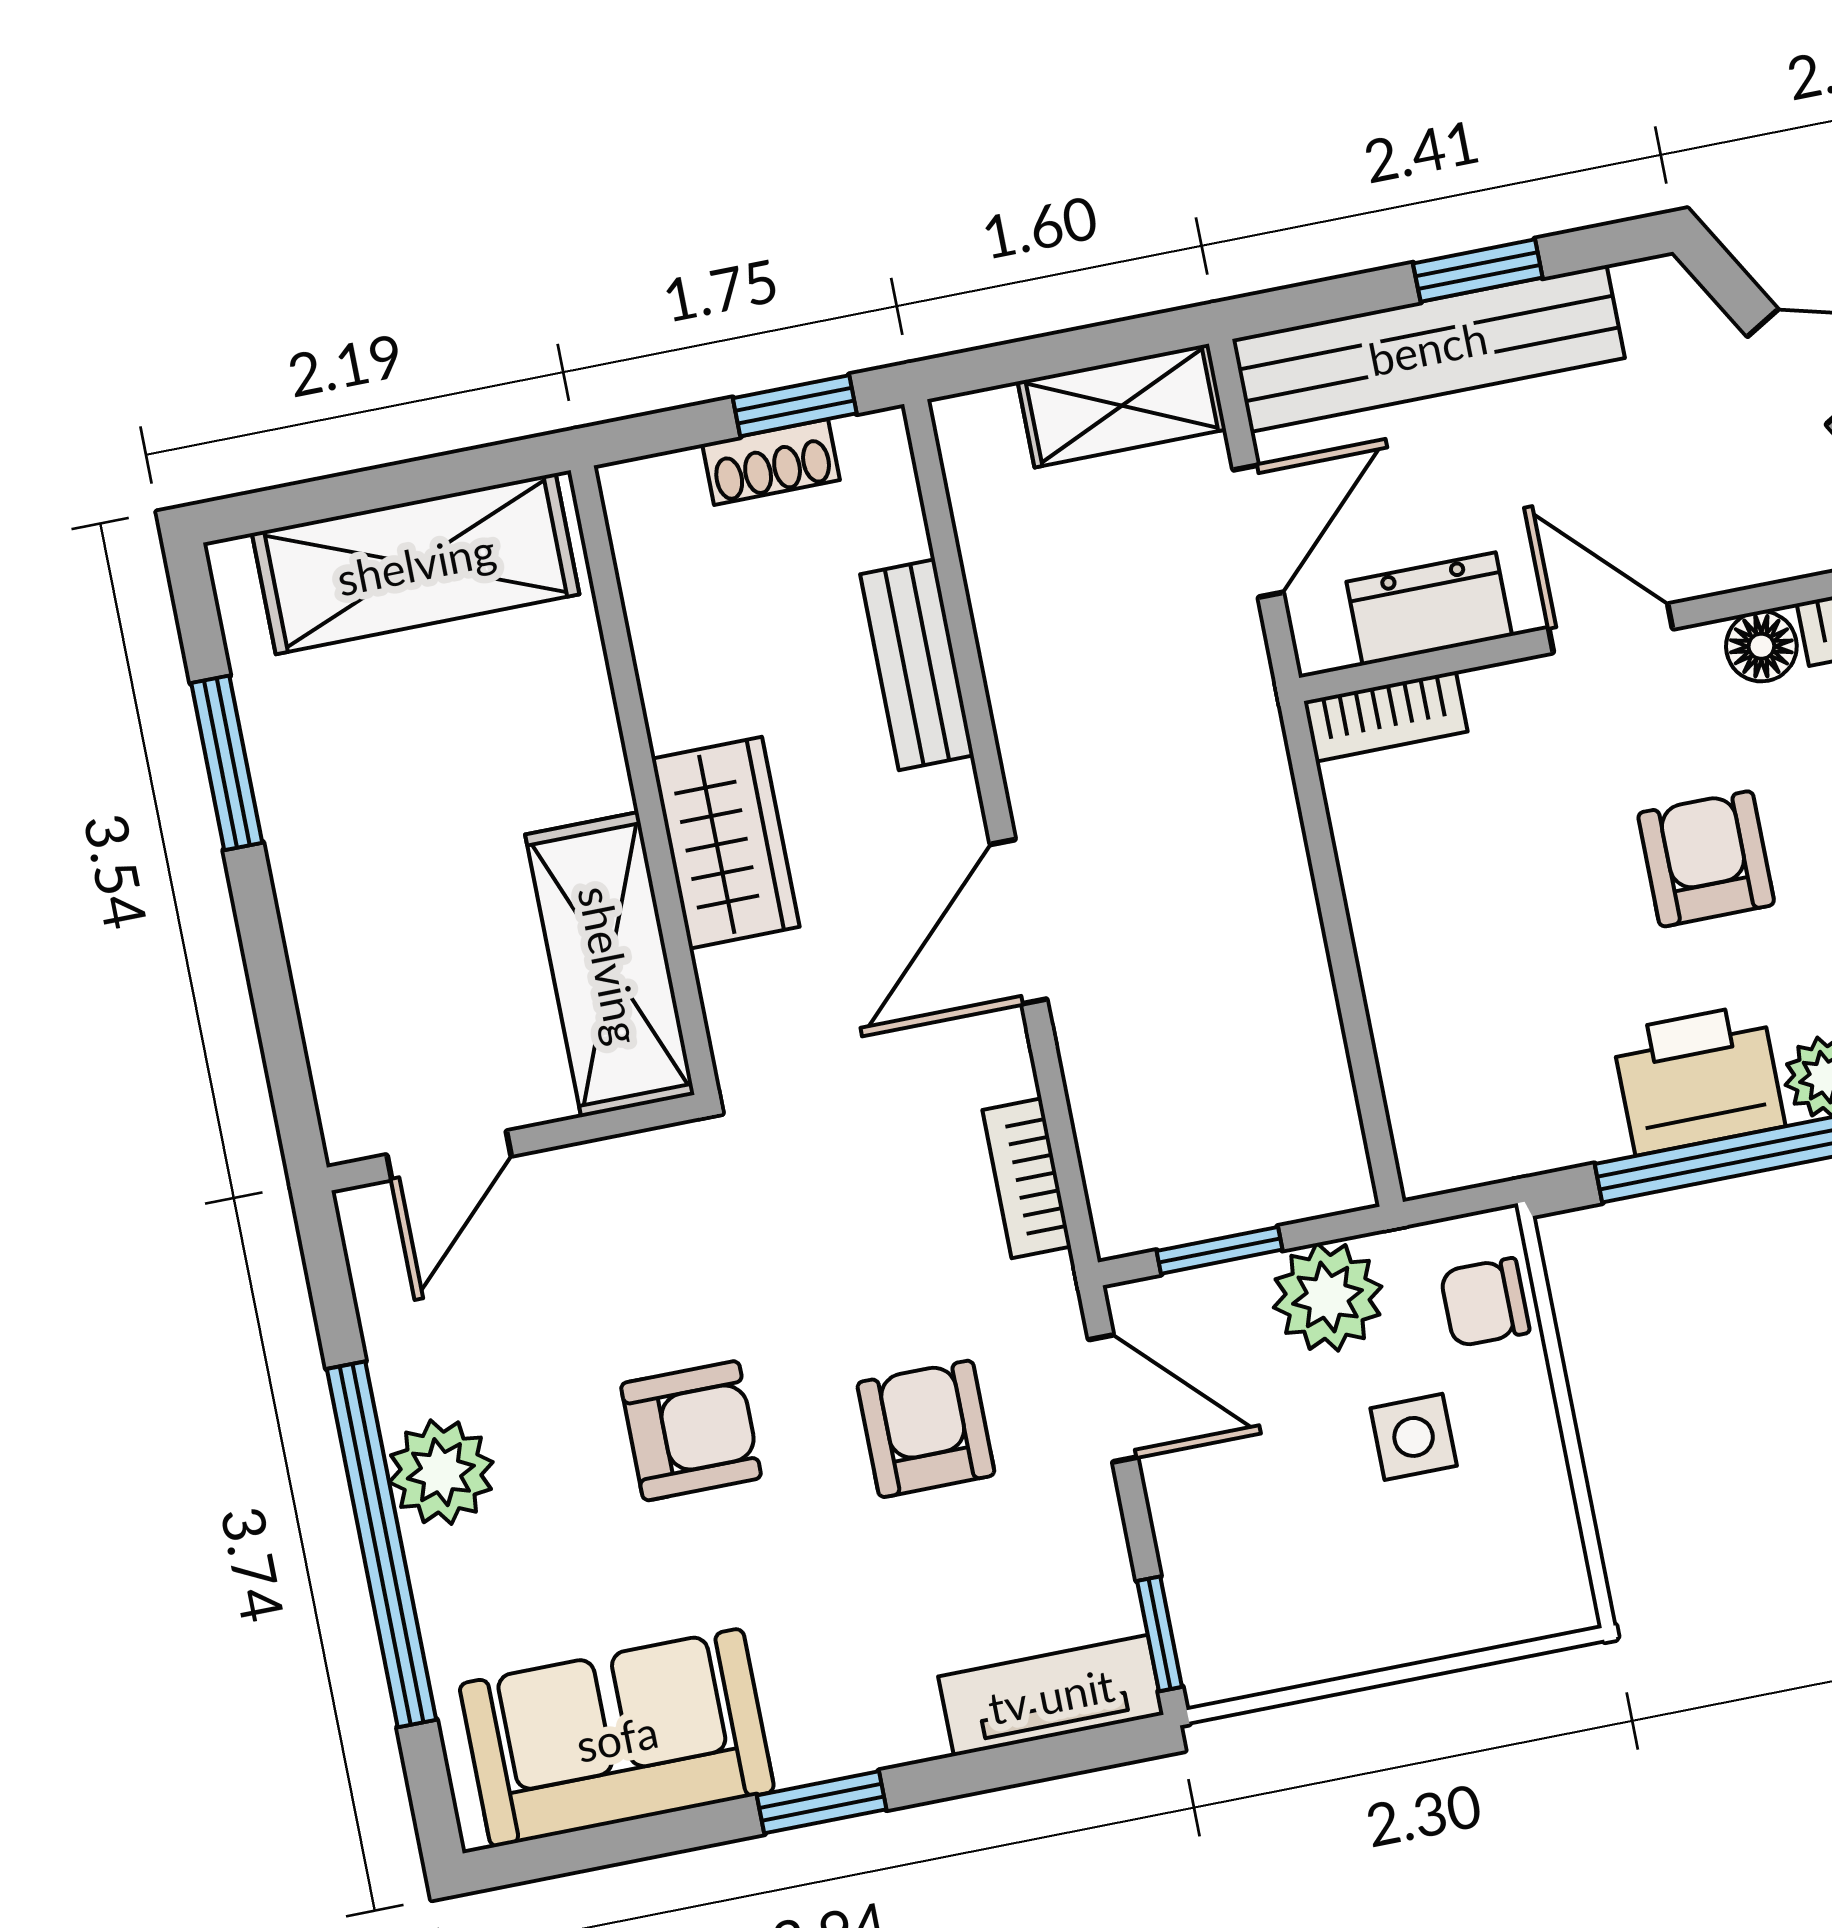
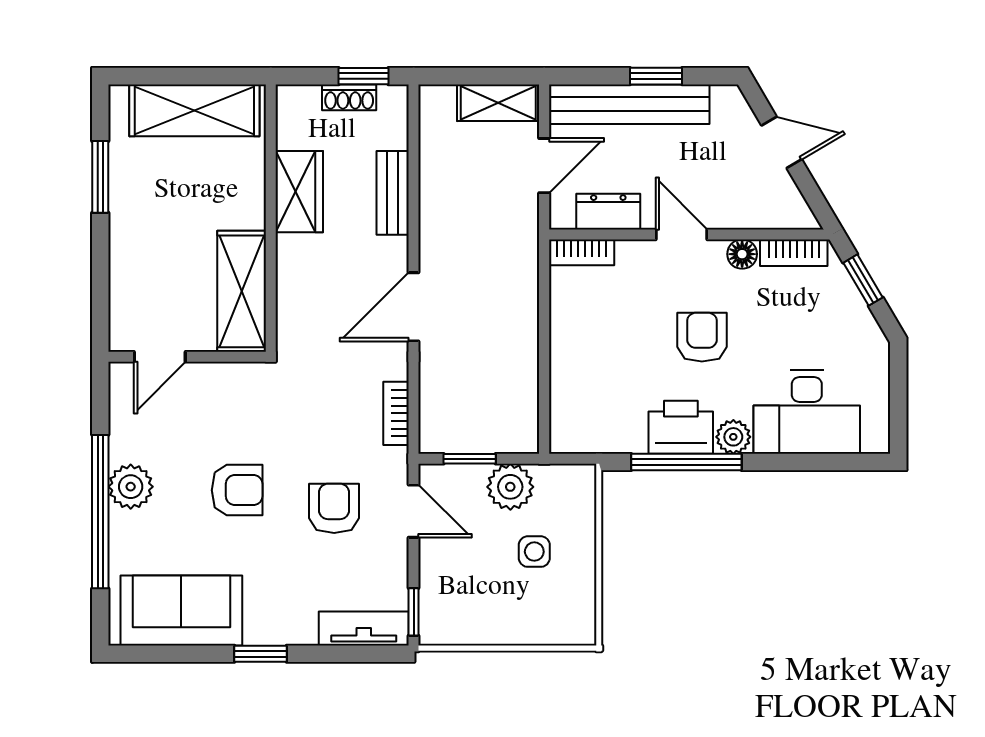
wardrobe: (726, 843) -> (299, 192), moved
chair: (1485, 1302) -> (575, 502), removed

